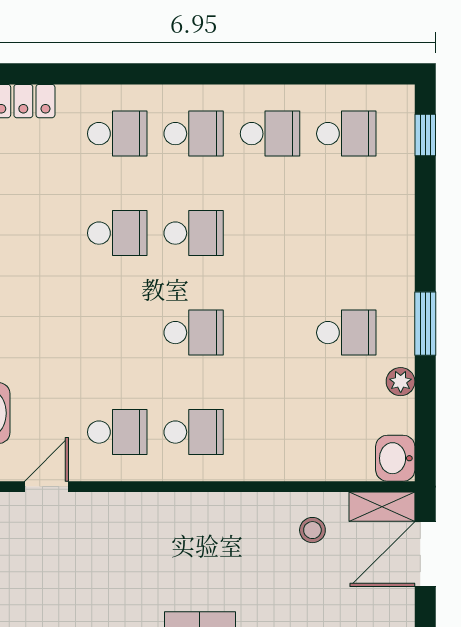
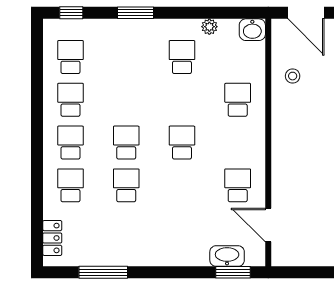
window: (425, 324) -> (136, 13), moved
school desk: (194, 432) -> (238, 100), moved
door: (46, 487) -> (268, 225), width x1.38
shelving: (382, 507) -> (279, 37), removed

